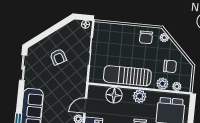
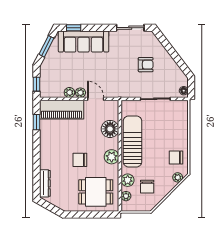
armchair: (58, 57) -> (146, 65), turned -152

